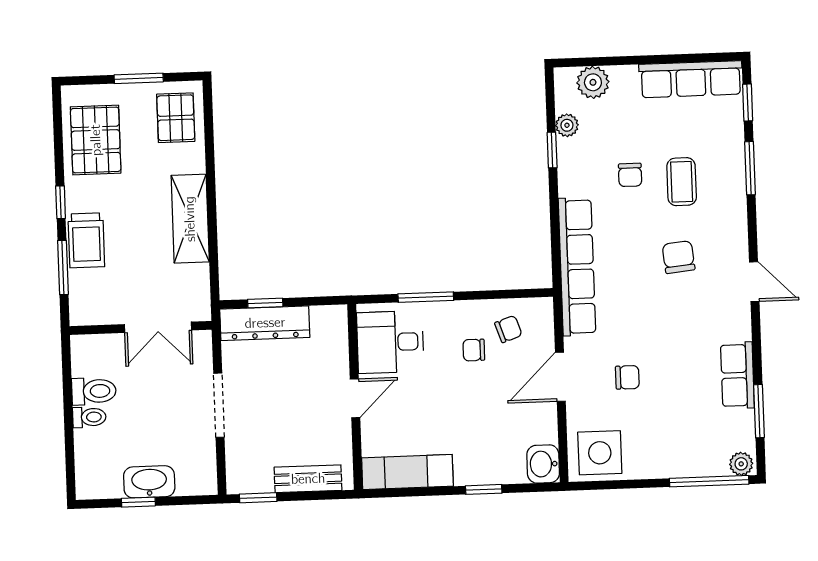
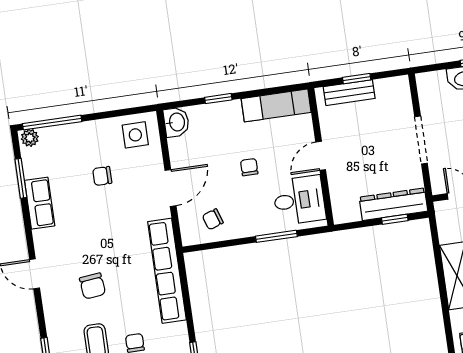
chair: (474, 350) -> (249, 167), moved, turned -90
chair: (627, 377) -> (102, 176), moved
side table: (600, 453) -> (135, 135), width x0.73, depth x0.73
window: (258, 498) -> (357, 79), moved

